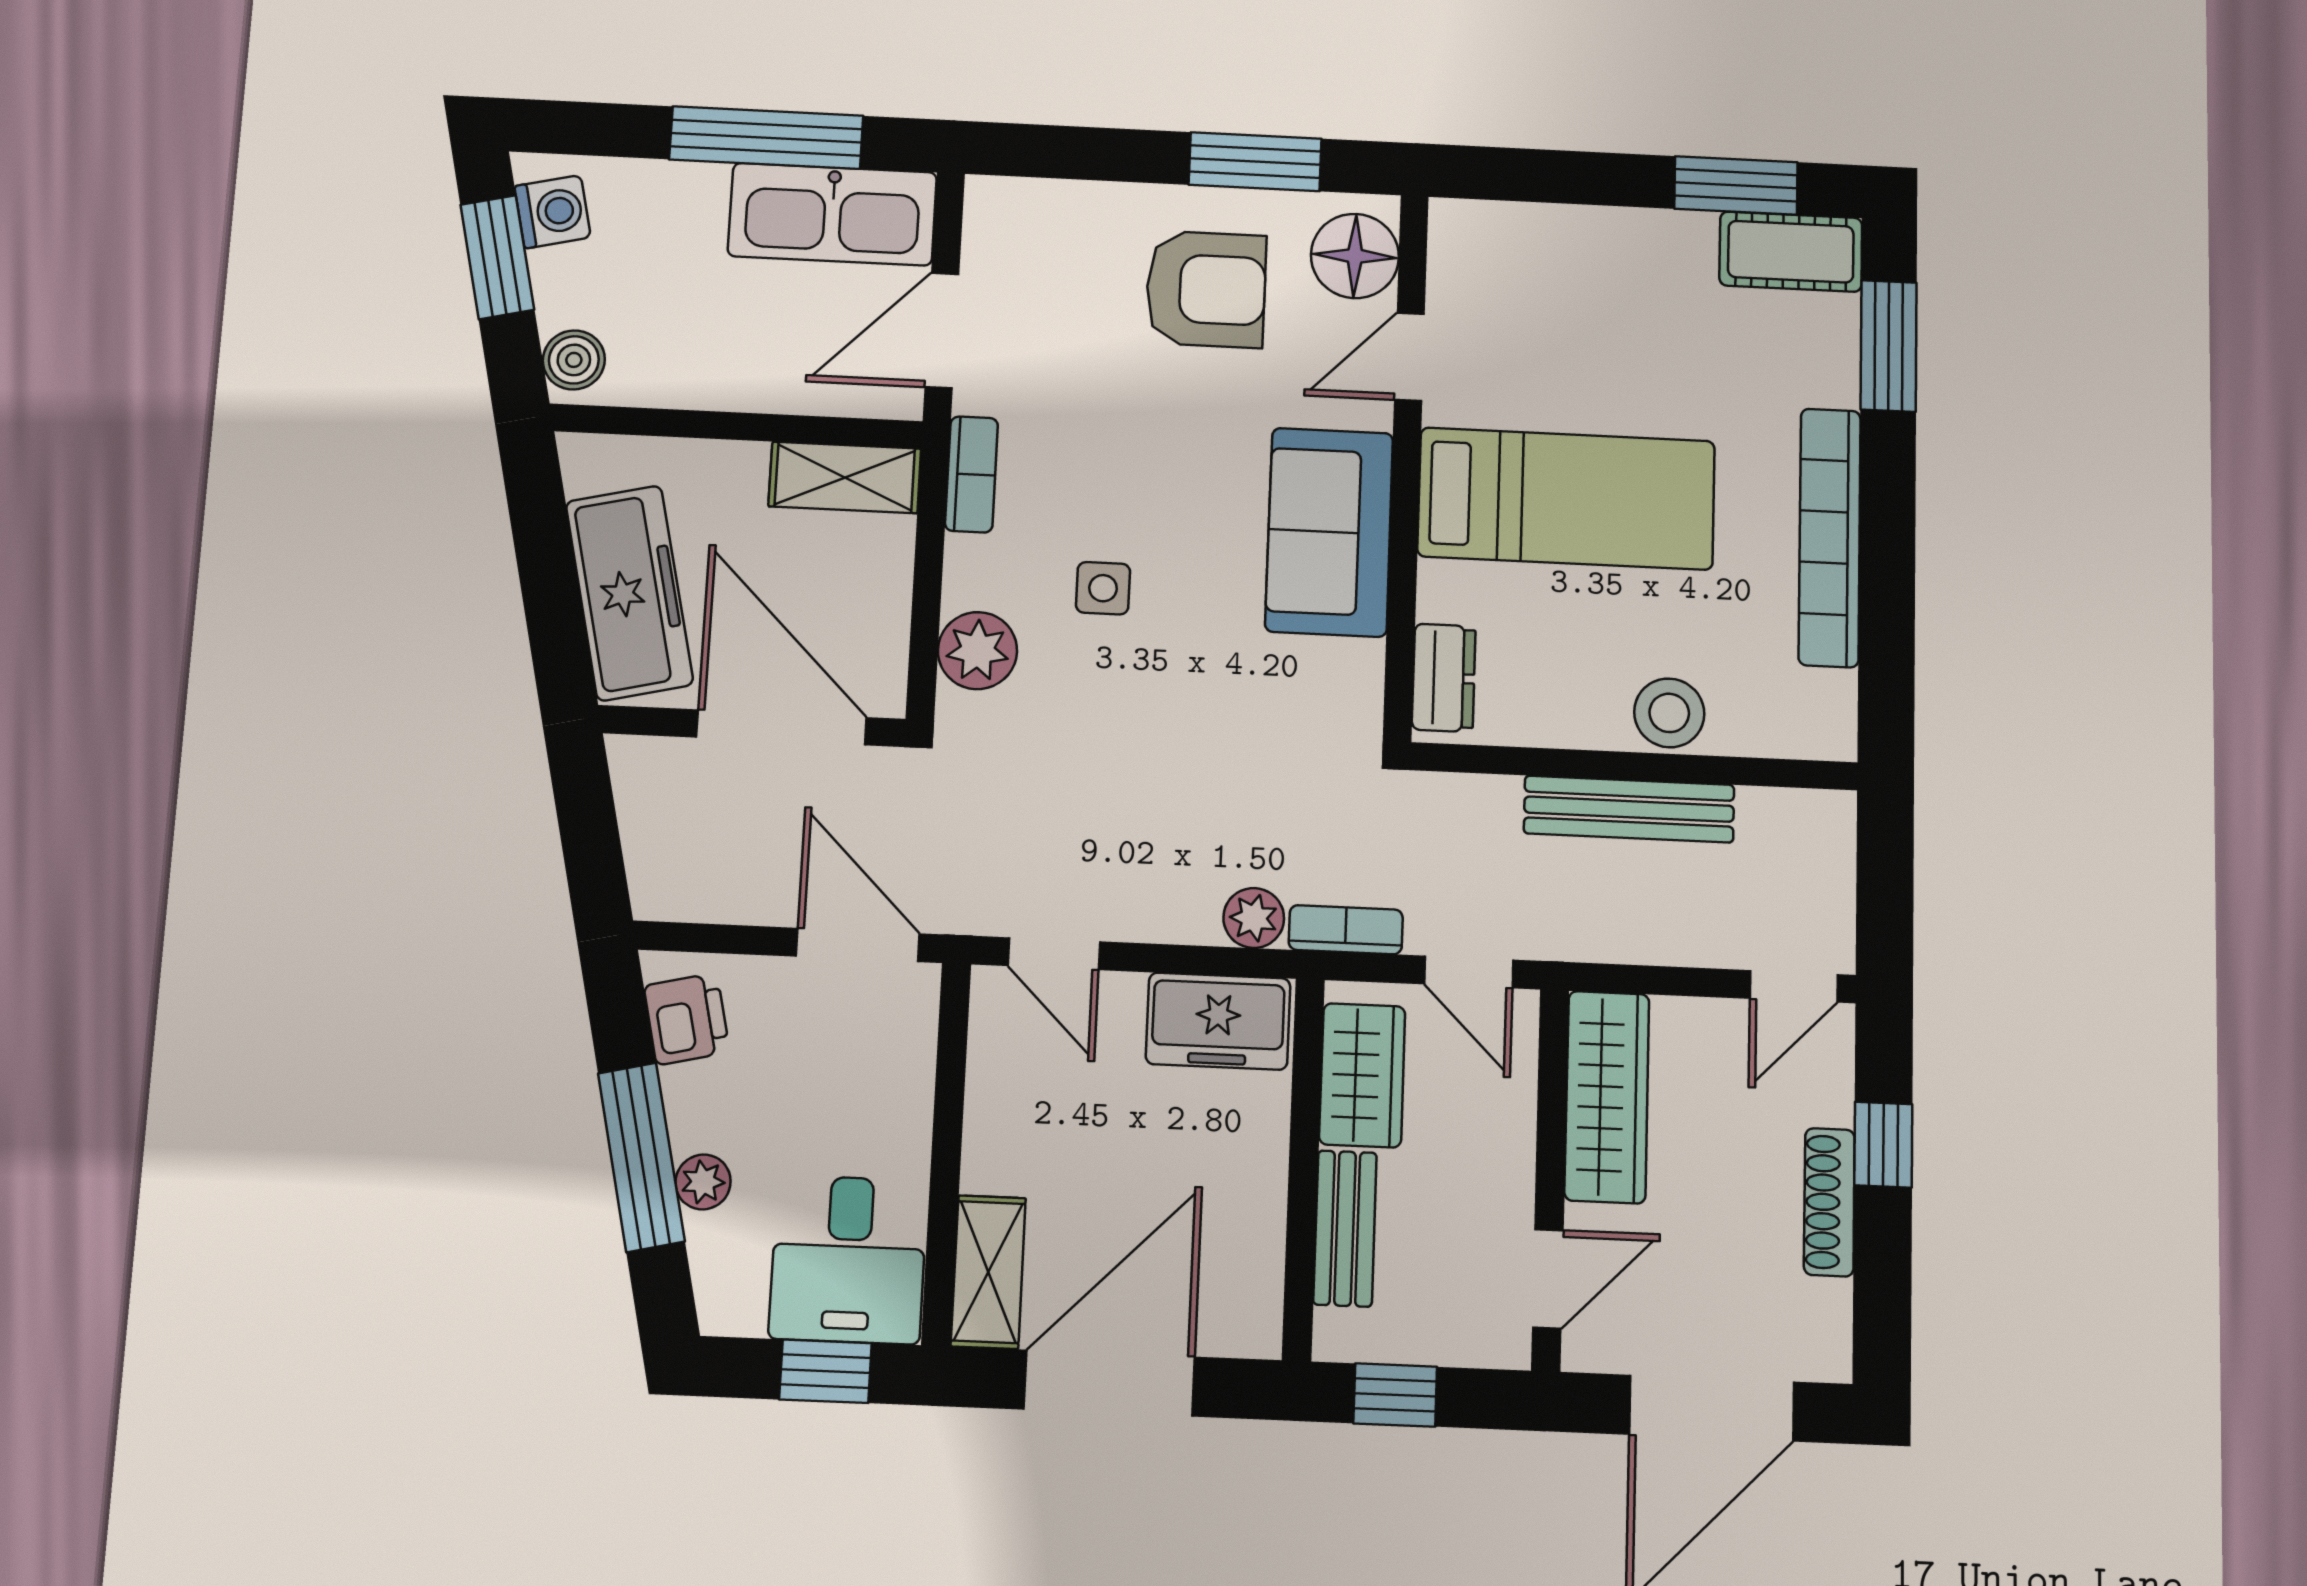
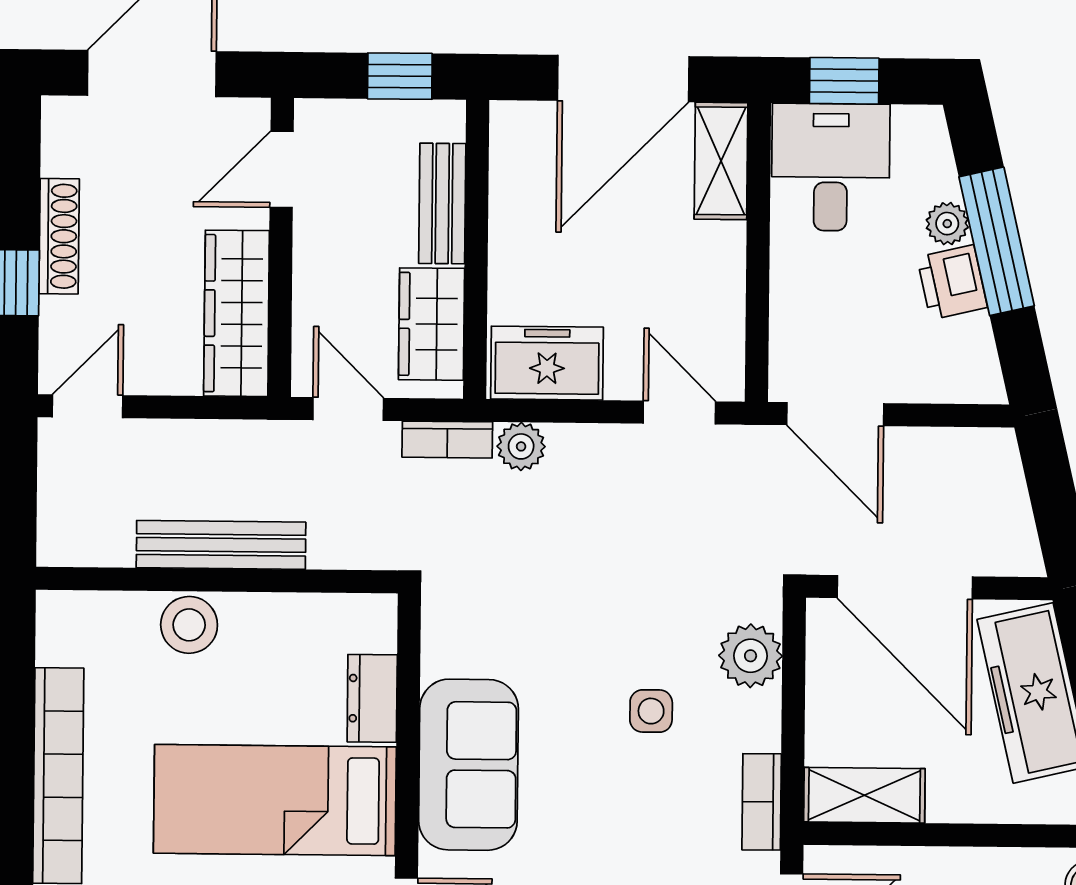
dresser: (1444, 678) -> (372, 698), moved
printer: (687, 1019) -> (952, 282), moved

